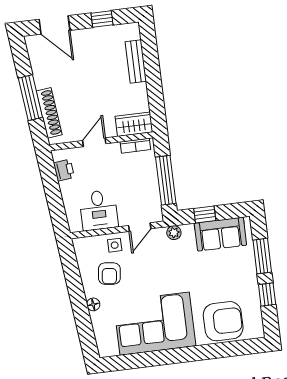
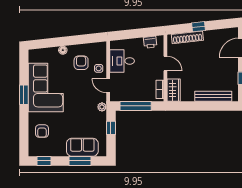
bench: (136, 61) -> (213, 96), width x1.36
window: (30, 98) -> (199, 27), width x0.46
sofa: (220, 234) -> (82, 147), moved, turned 90
armchair: (109, 274) -> (81, 63), turned 83
window: (267, 295) -> (44, 161), moved
armchair: (223, 321) -> (42, 131), width x0.53, depth x0.53
window: (170, 356) -> (24, 95), added

